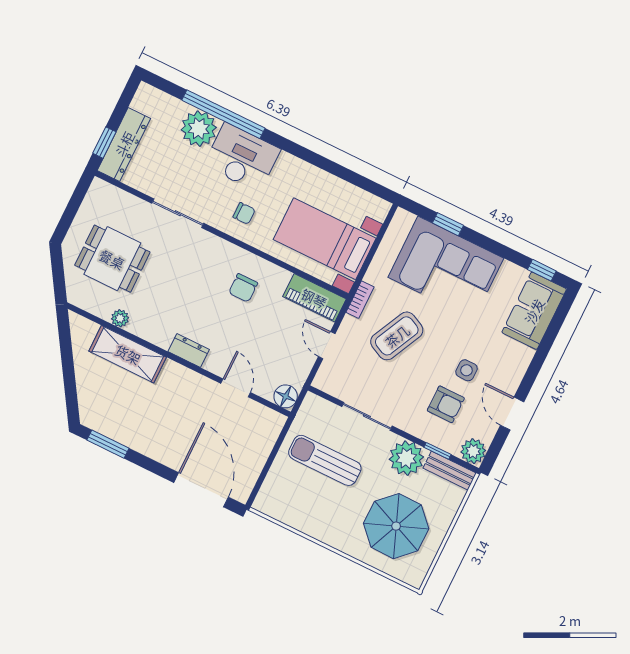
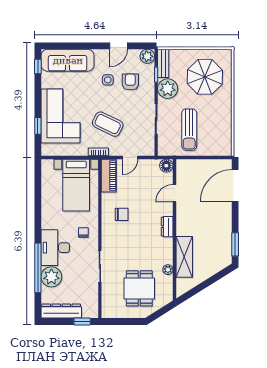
dresser: (124, 144) -> (61, 311), moved
sofa: (534, 311) -> (68, 60), width x1.36

